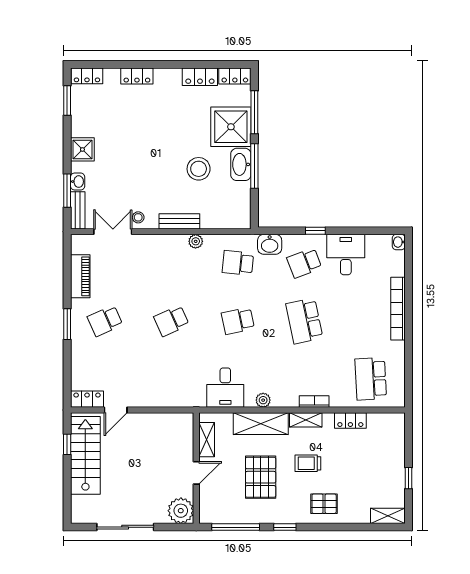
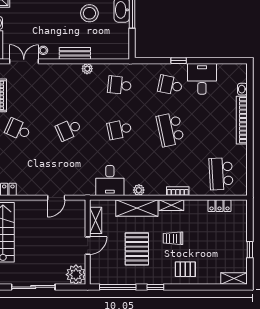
washbasin: (399, 242) -> (242, 89), moved
washbasin: (270, 244) -> (144, 71), removed
school desk: (304, 263) -> (170, 85), turned 33
school desk: (105, 321) -> (18, 129), turned 48
door: (116, 410) -> (56, 198), moved
locker: (350, 421) -> (219, 206), moved

